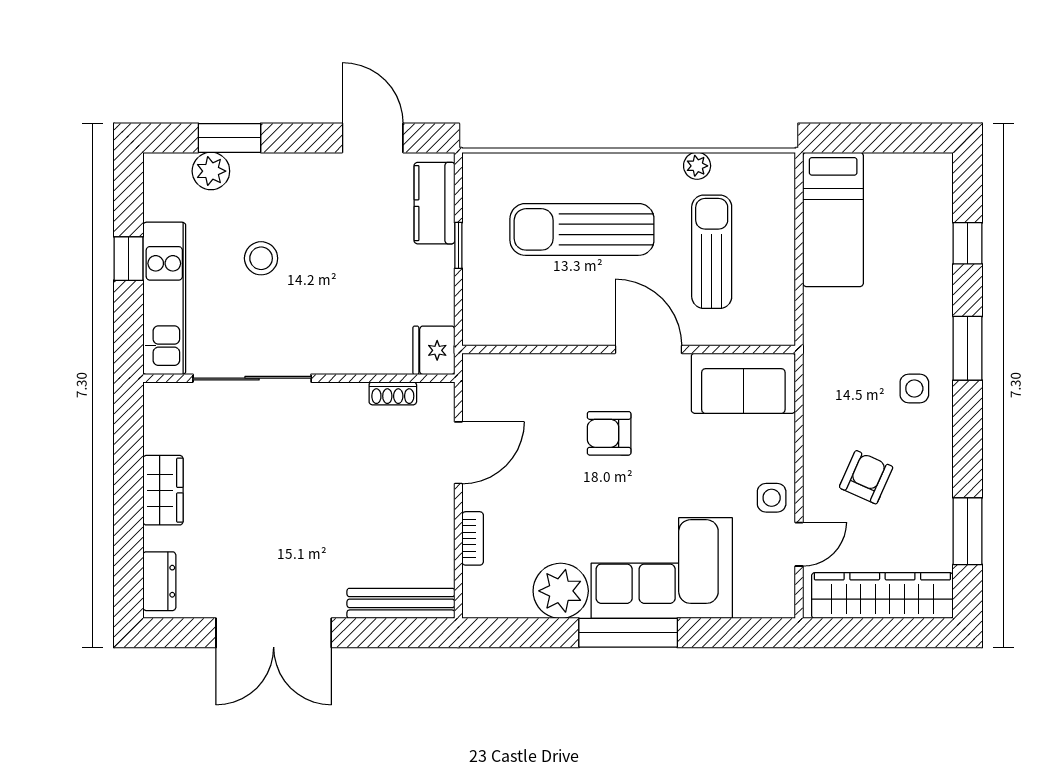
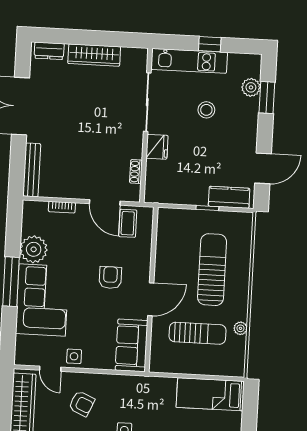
fridge: (434, 350) -> (157, 147), moved, turned 90
coffee table: (498, 404) -> (128, 223), added
wardrobe: (163, 490) -> (94, 55), width x1.50

